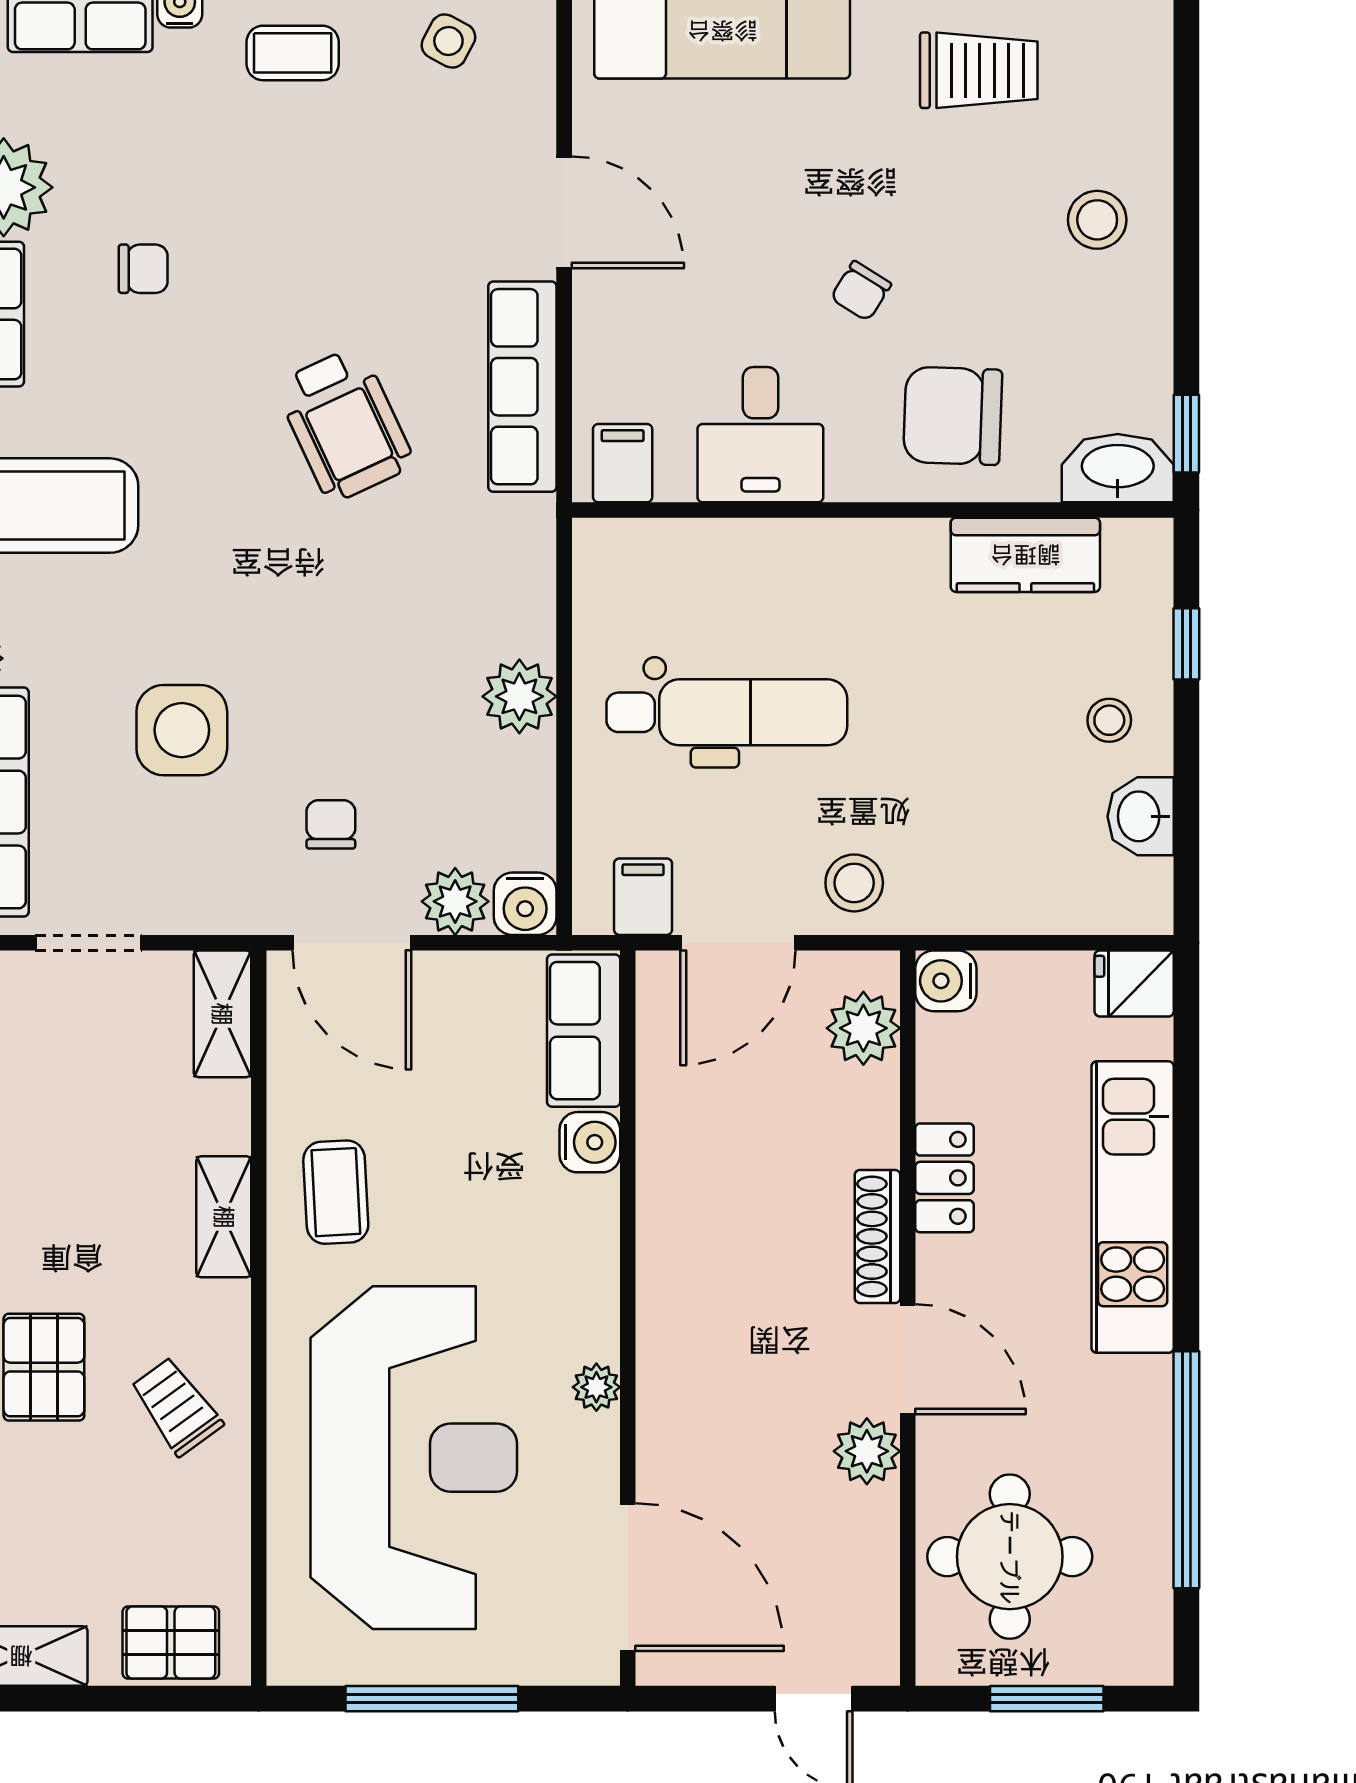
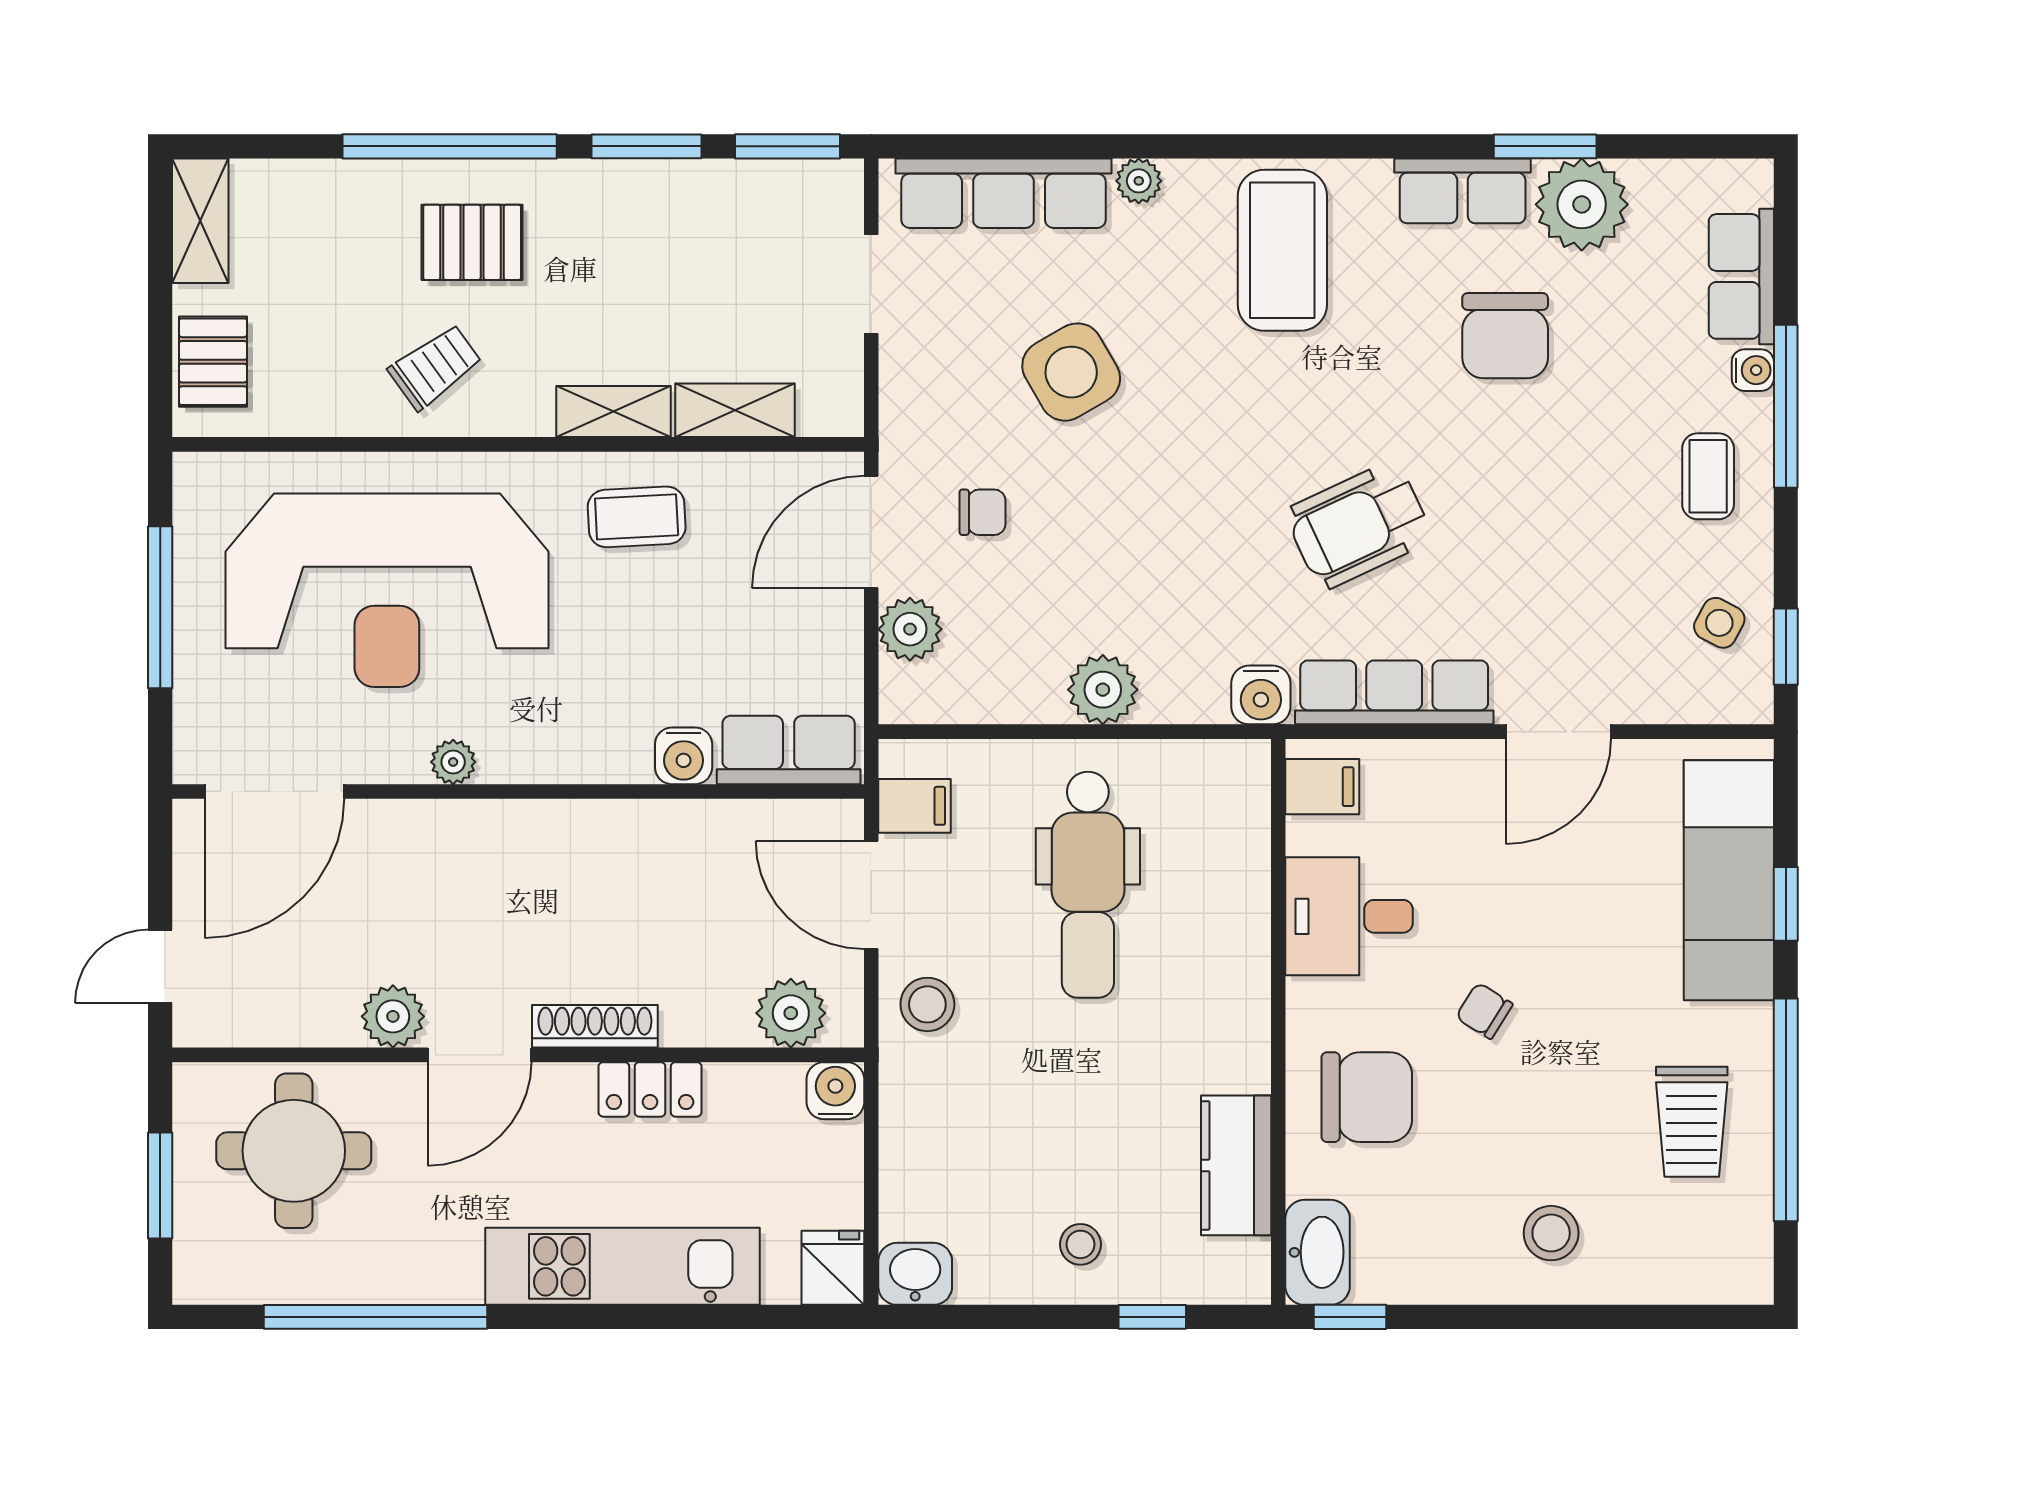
chair: (143, 269) -> (1505, 336), width x1.87, depth x1.87
chair: (953, 416) -> (1367, 1097), turned 88
side table: (182, 730) -> (1071, 372), turned -30
washbasin: (1141, 816) -> (915, 1274), moved
water cooler: (525, 904) -> (1261, 695), moved, turned -90
shelving: (222, 1014) -> (735, 410), moved

